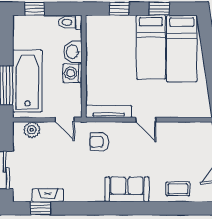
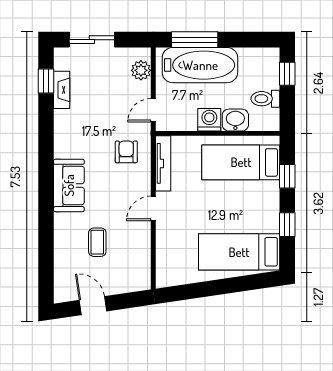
toilet: (70, 22) -> (265, 99), moved, turned -90
bed: (151, 47) -> (241, 162), moved
coffee table: (178, 189) -> (97, 242), moved

